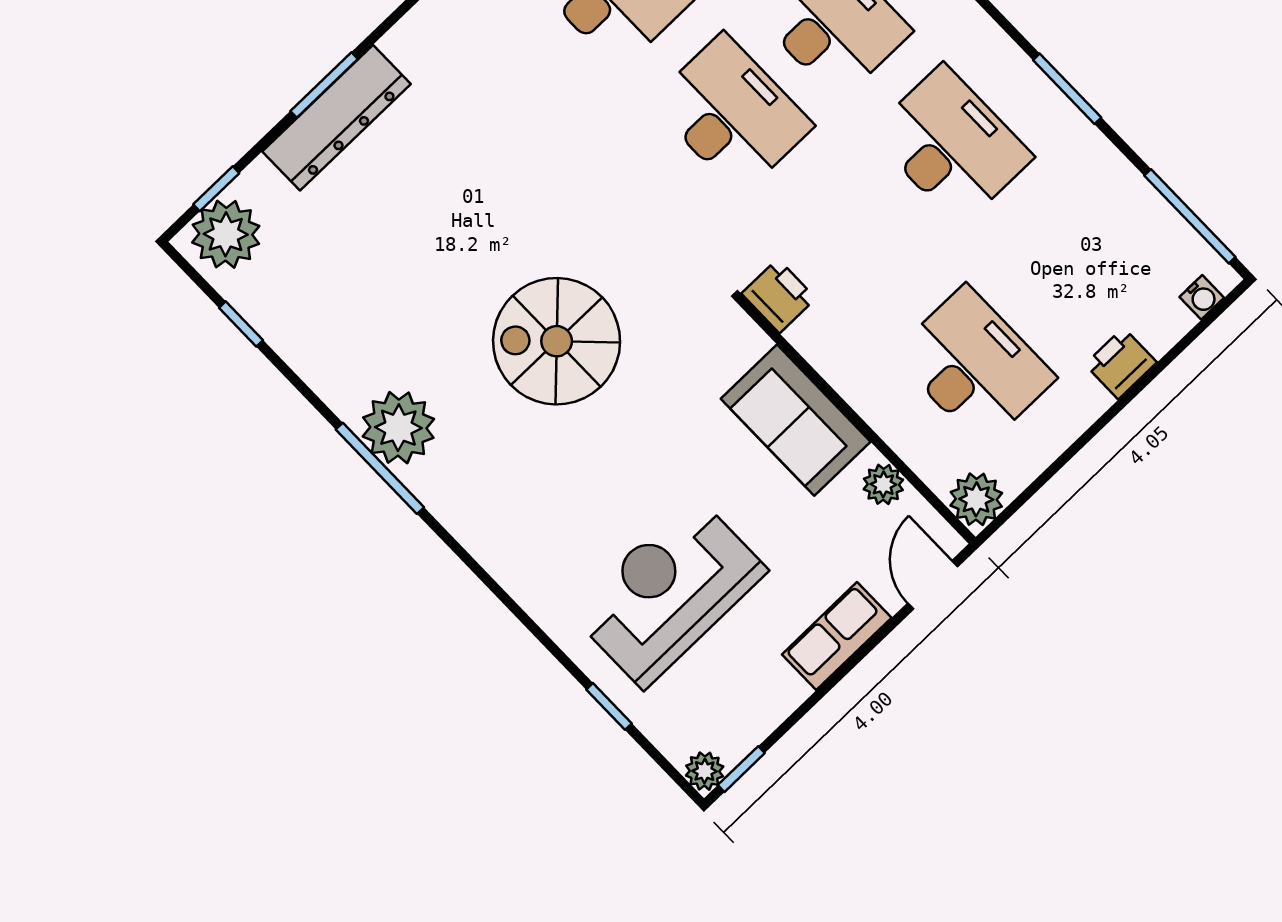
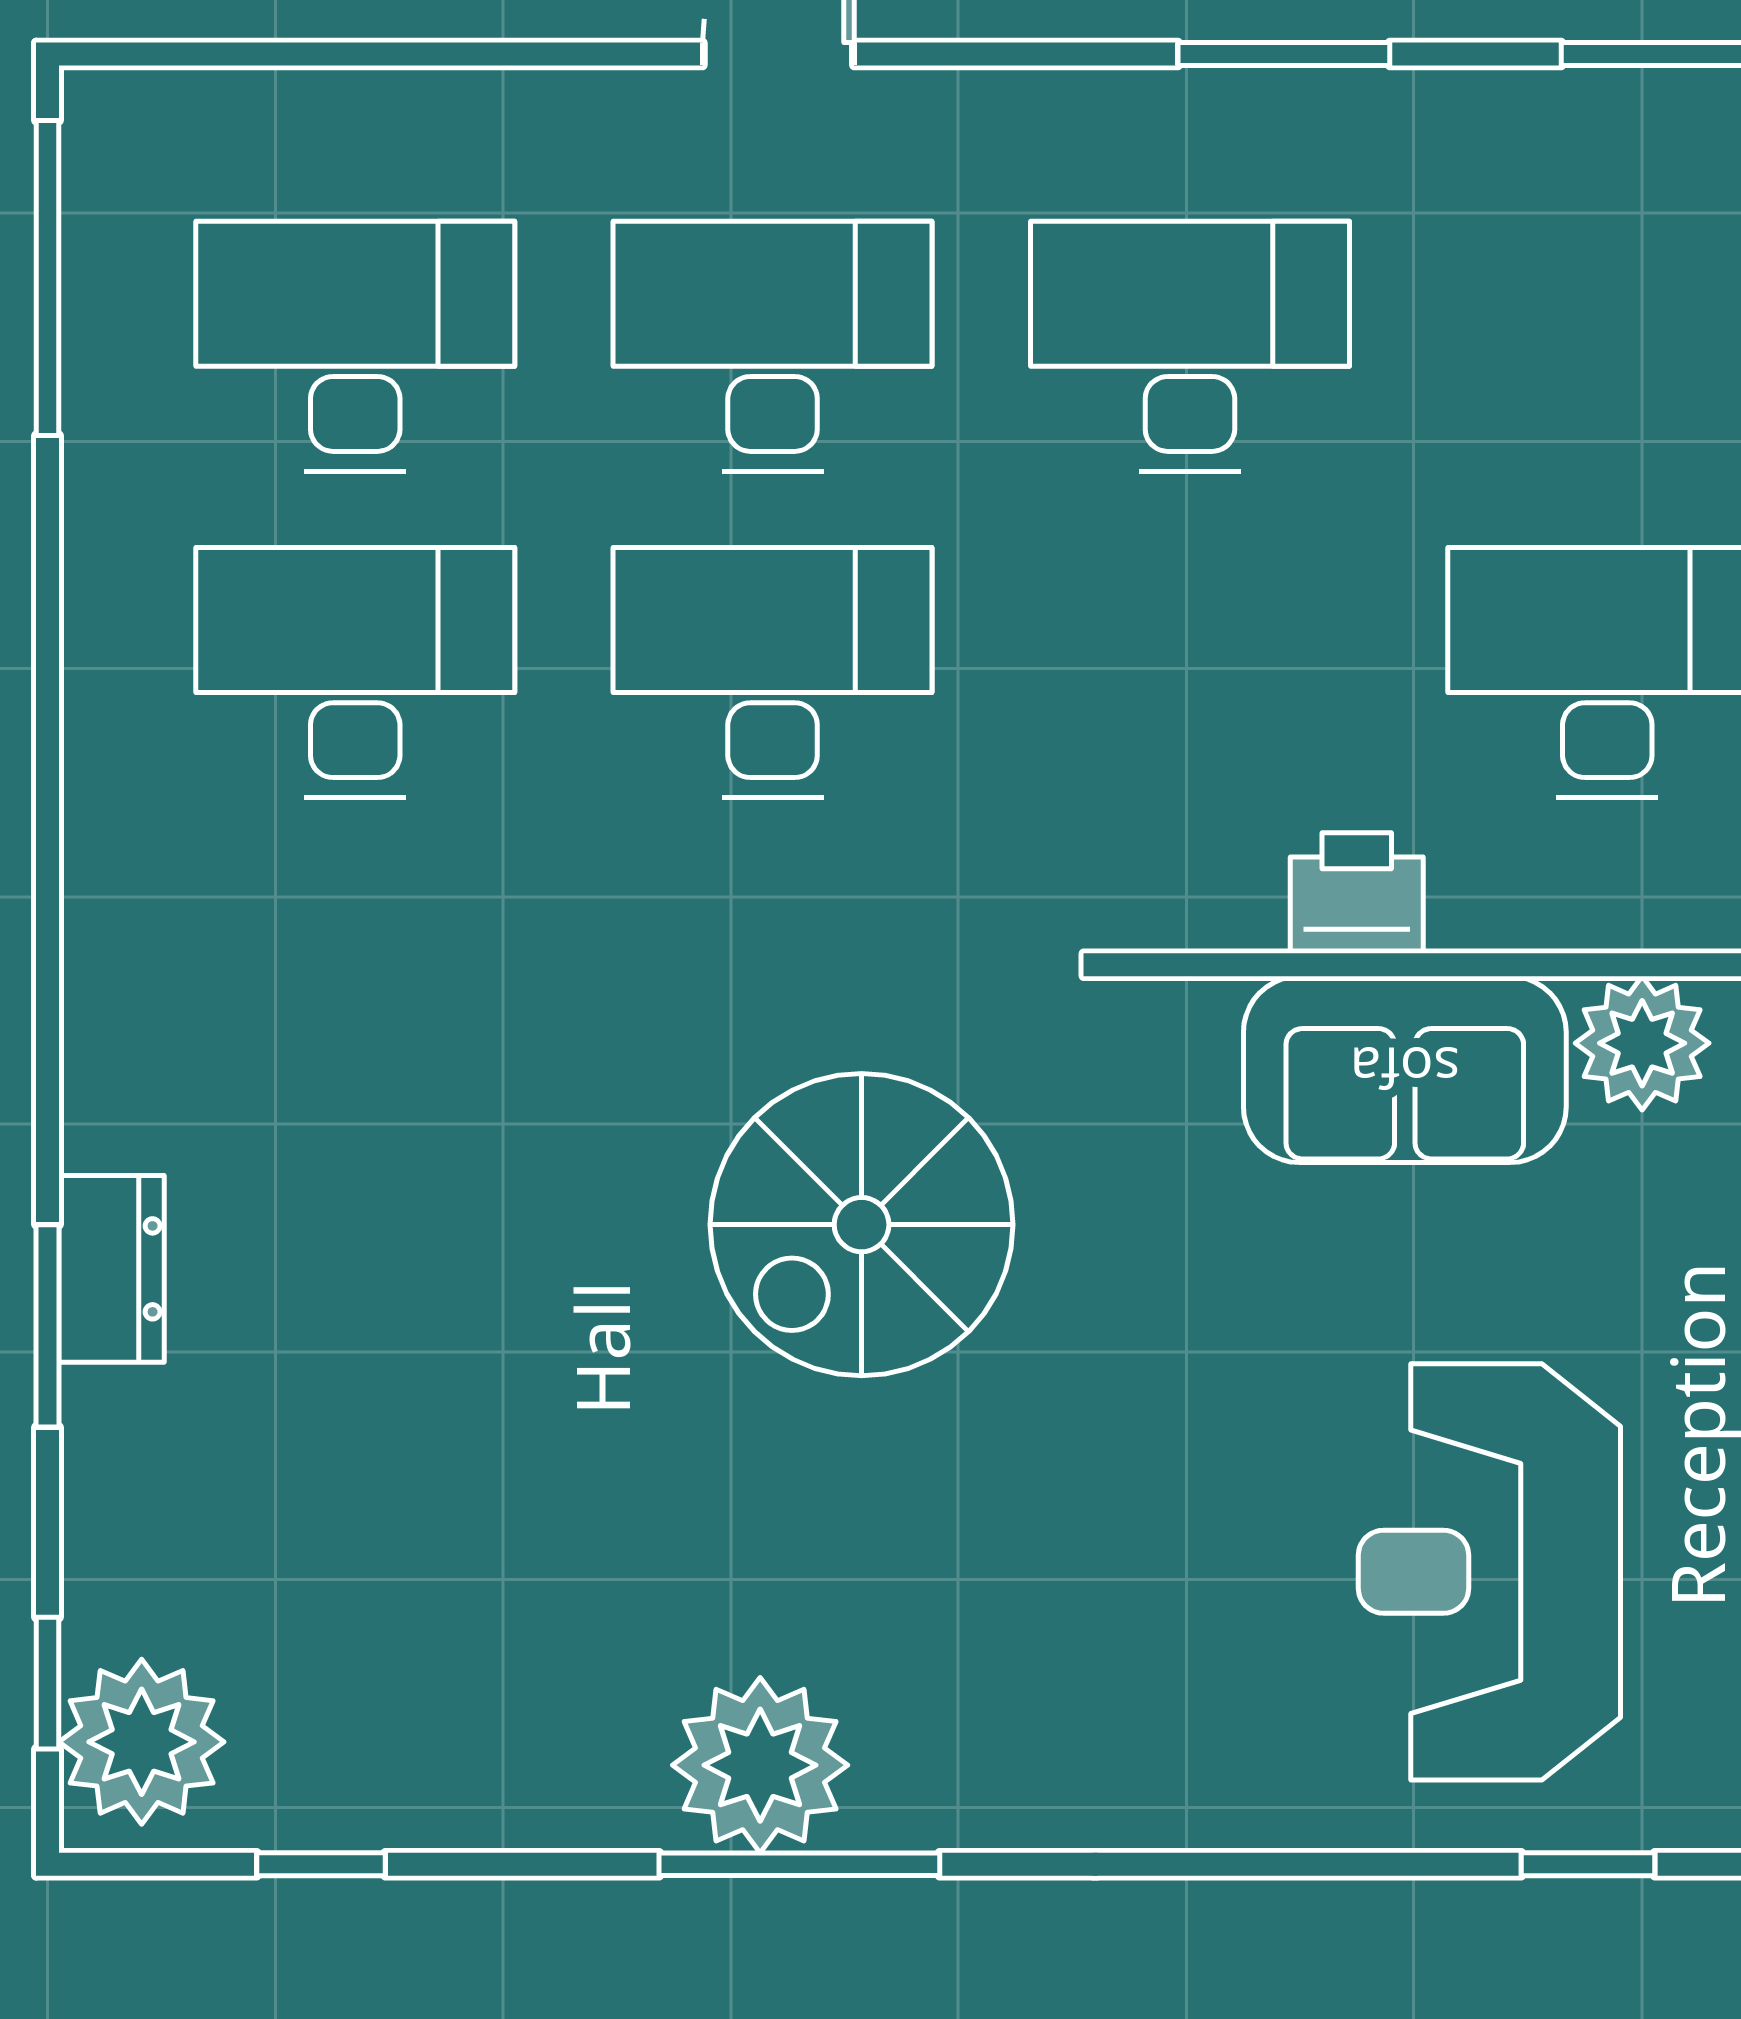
dresser: (336, 118) -> (112, 1269), width x0.51, depth x0.80
printer: (779, 296) -> (1357, 893), moved
spiral stairs: (557, 341) -> (862, 1225), moved
plant: (883, 484) -> (1642, 1043), width x1.38, depth x1.38

